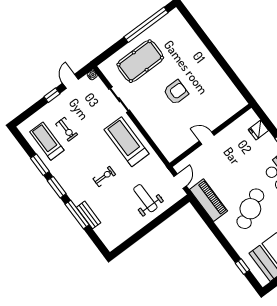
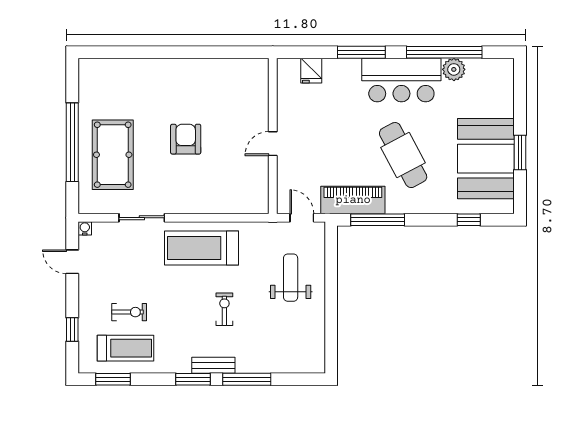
window: (146, 25) -> (72, 142), moved
window: (52, 95) -> (72, 330), moved
treadmill: (47, 141) -> (125, 348), turned 180
window: (40, 165) -> (113, 379), moved
weight bench: (145, 198) -> (291, 278), turned 90
bench: (89, 215) -> (213, 365), moved
window: (208, 220) -> (378, 220), added

